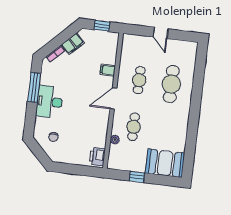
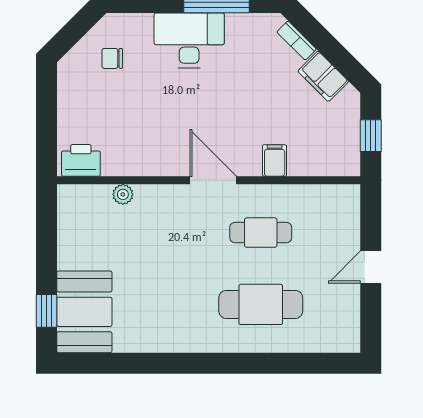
cafe table: (134, 127) -> (156, 233), removed
window: (137, 177) -> (46, 311), moved

